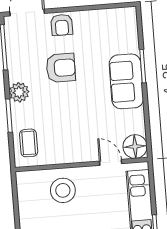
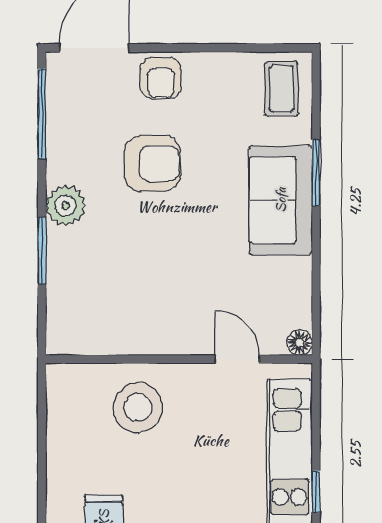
coffee table: (29, 143) -> (282, 89), moved
floor lamp: (135, 147) -> (300, 343), width x0.53, depth x0.53

